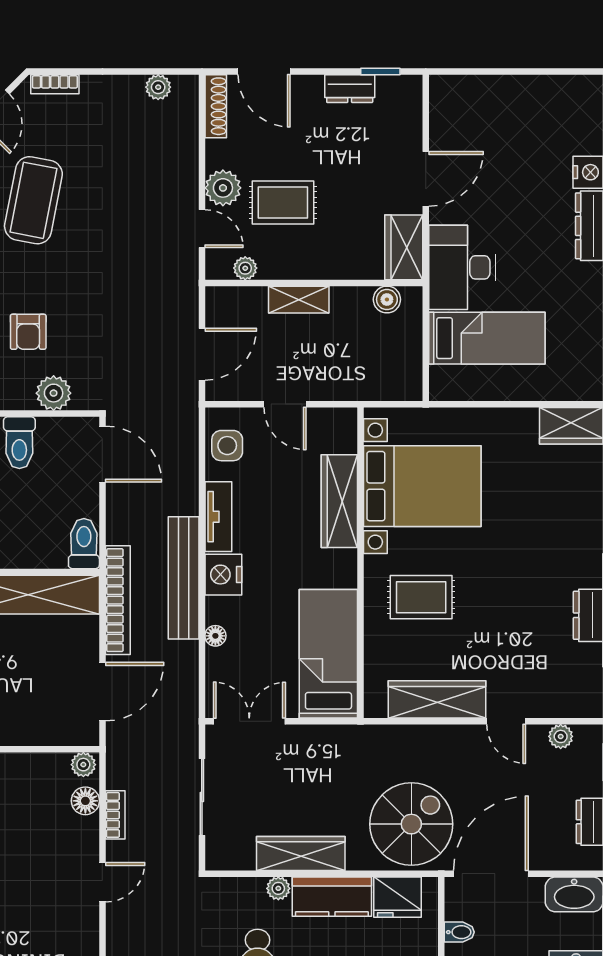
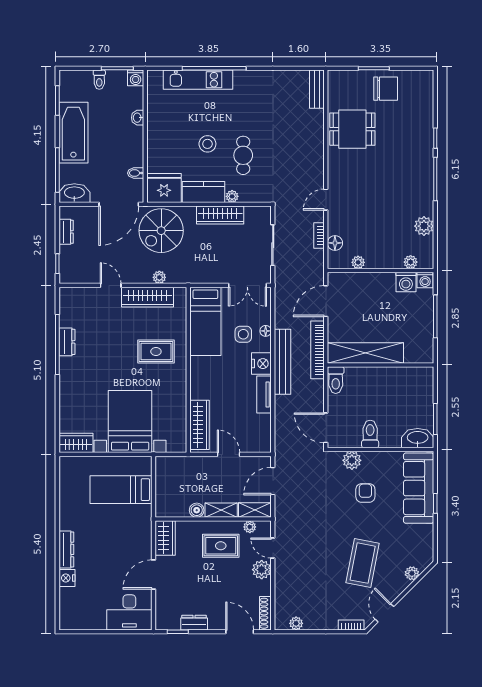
rug: (283, 202) -> (221, 546), moved
desk: (462, 267) -> (129, 612), moved, turned 90
boiler: (387, 299) -> (197, 510), moved
shelving: (236, 300) -> (255, 510), added
side table: (227, 446) -> (243, 334), moved
bed with nightstands: (422, 486) -> (130, 421), moved, turned 90
wardrobe: (339, 501) -> (200, 425), moved
plant: (561, 736) -> (159, 277), moved
plant: (83, 765) -> (358, 262), moved
fridge: (397, 897) -> (164, 188), width x1.36, depth x1.34

